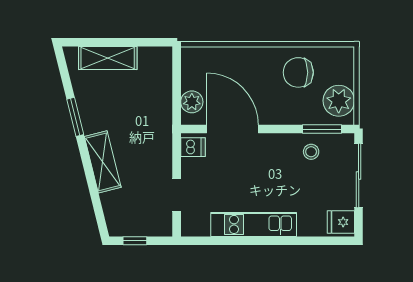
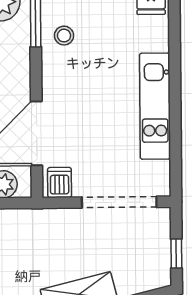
doorway: (177, 195) -> (119, 202), width x1.87

